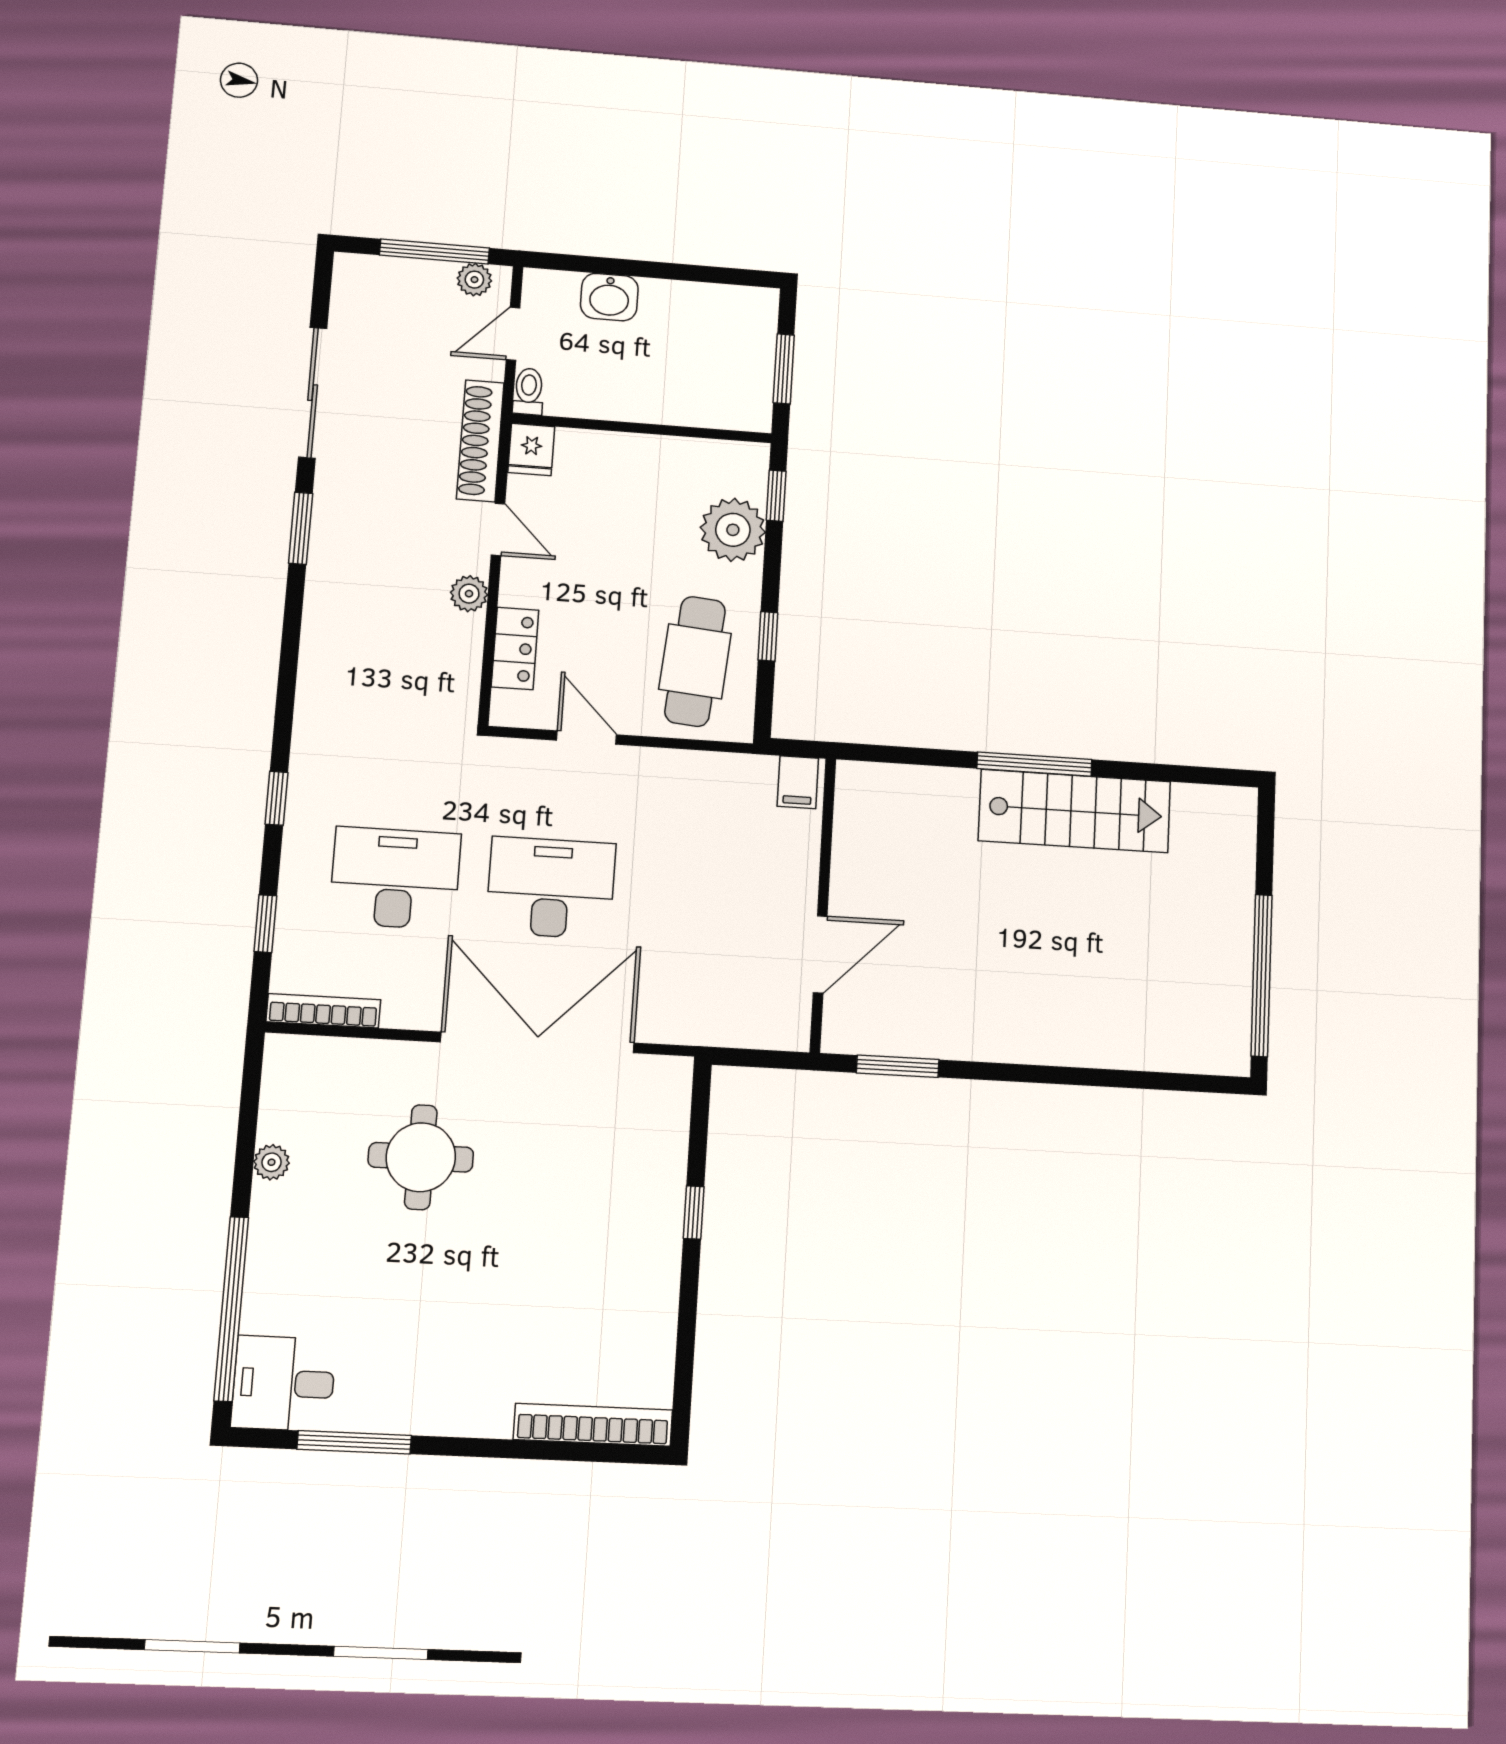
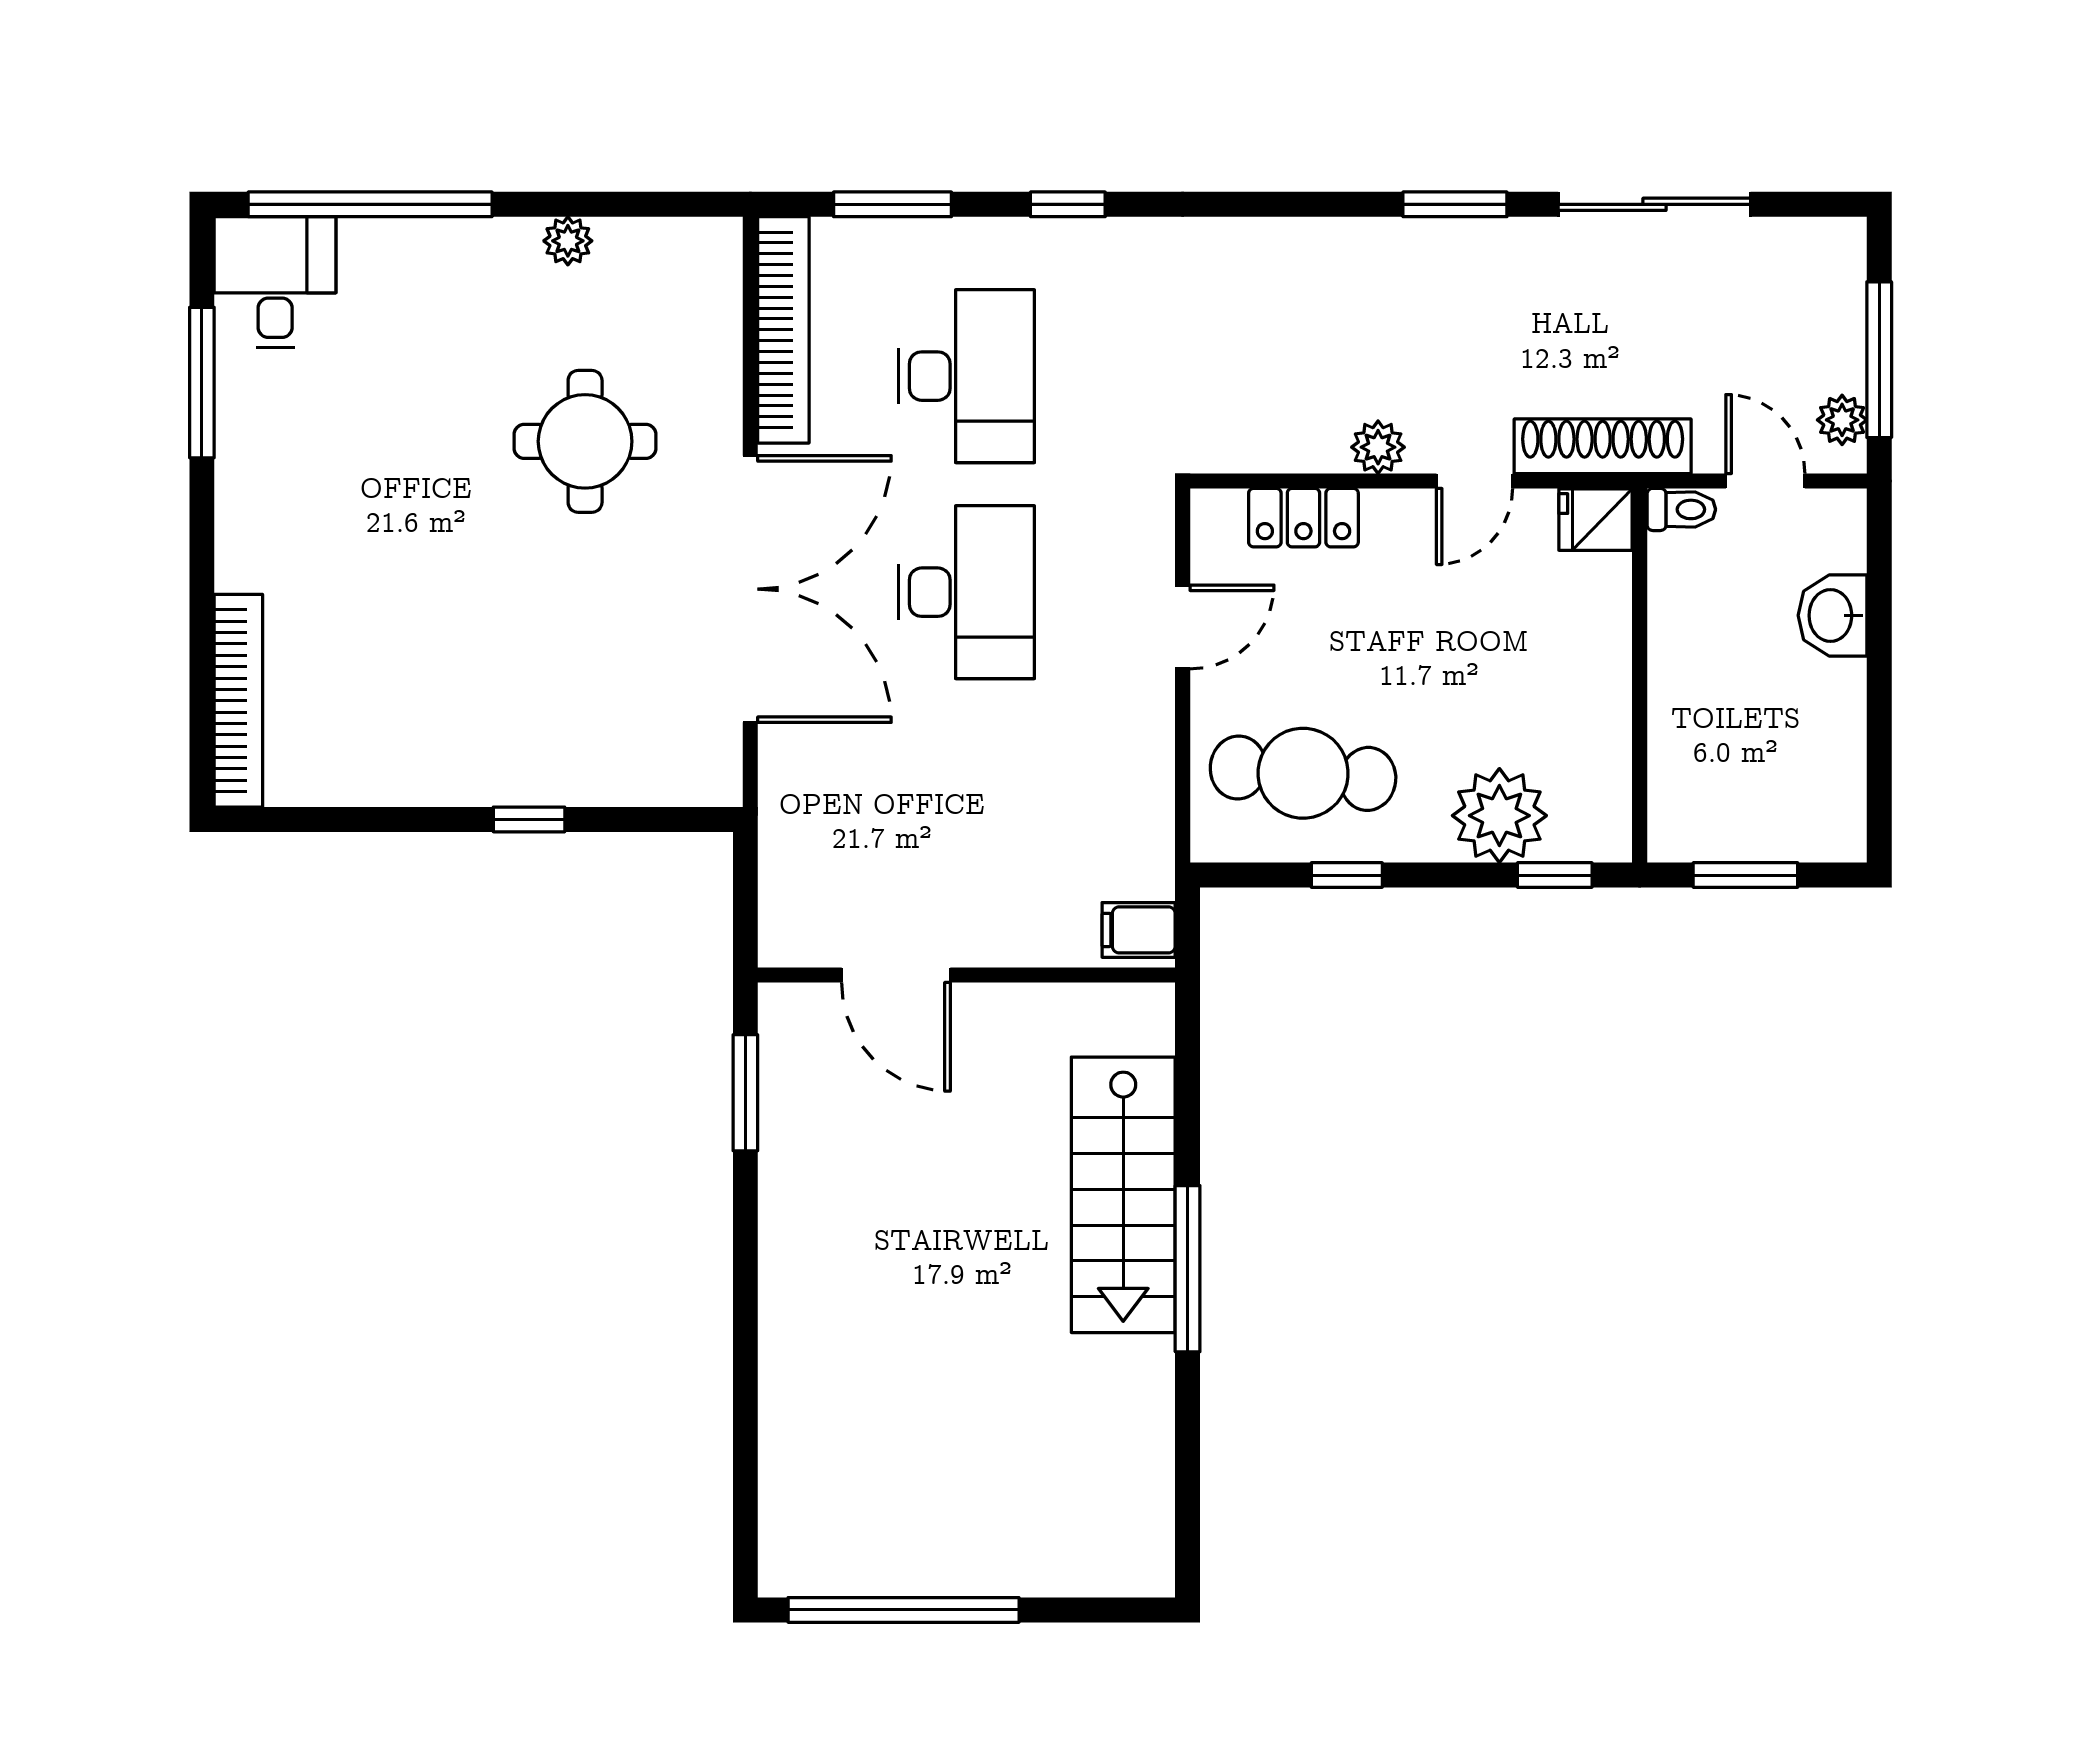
stairs: (1075, 811) -> (1123, 1195), moved
window: (265, 924) -> (893, 204), width x1.50
bookcase: (323, 1011) -> (783, 330), width x1.48, depth x1.31

